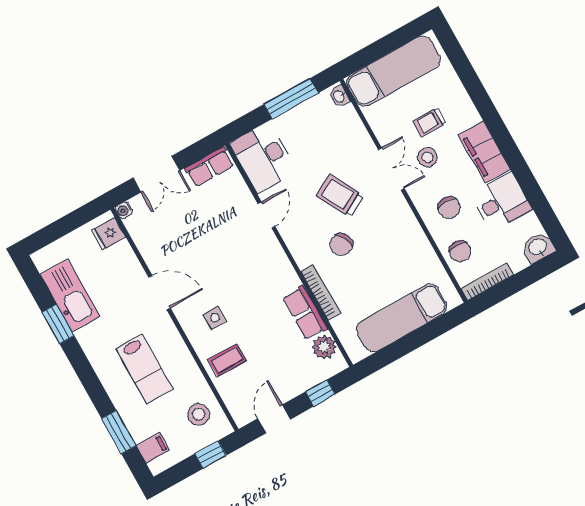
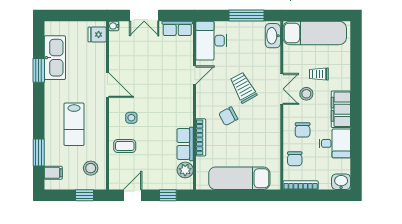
washbasin: (339, 96) -> (273, 36), width x1.91, depth x1.45

